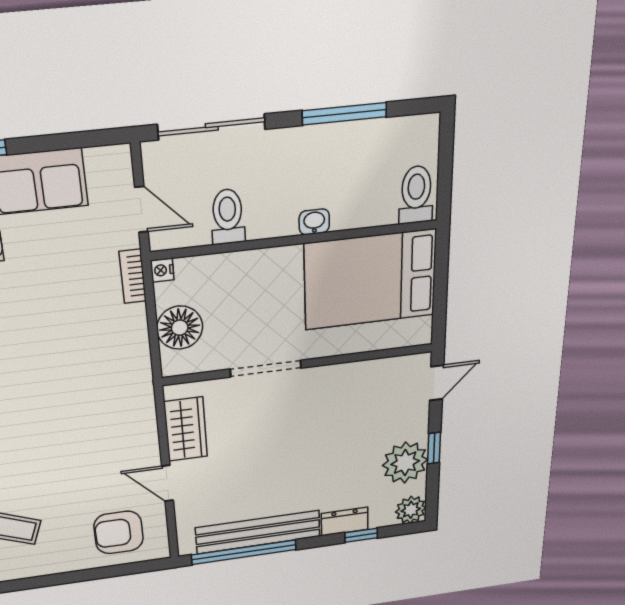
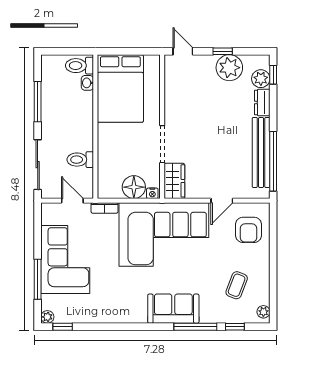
door: (141, 209) -> (72, 201), hinge flipped
washbasin: (314, 222) -> (87, 83), moved
nightstand: (162, 270) -> (152, 193), moved
corner sofa: (92, 394) -> (164, 234), added
wardrobe: (186, 429) -> (174, 181), moved, turned 90
plant: (411, 510) -> (261, 79), moved
window: (361, 535) -> (273, 75), moved

